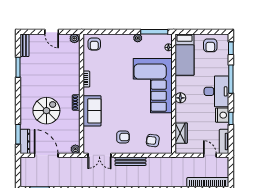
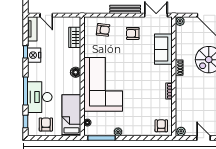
desk: (216, 91) -> (40, 97), moved
sofa: (92, 111) -> (163, 49), moved

